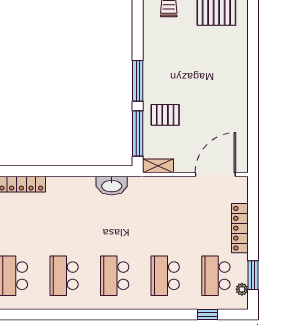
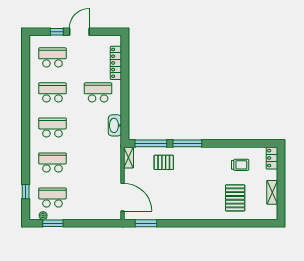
pallet: (165, 115) -> (164, 162), turned 90
window: (253, 141) -> (146, 223), added
school desk: (64, 210) -> (98, 92), added
locker: (240, 228) -> (85, 214), removed

